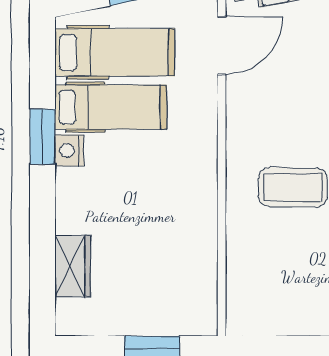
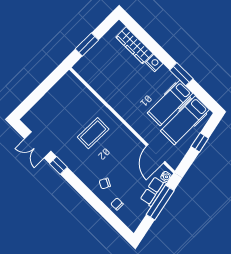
nightstand: (69, 150) -> (154, 63), moved
wardrobe: (73, 266) -> (134, 45), width x1.50

